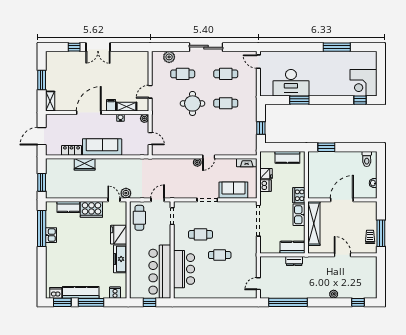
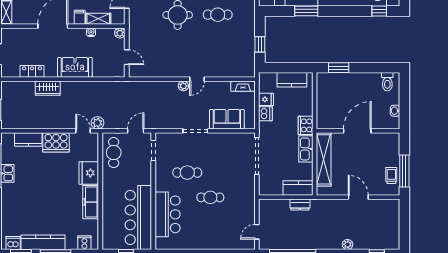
sofa: (102, 147) -> (75, 67), width x0.73

